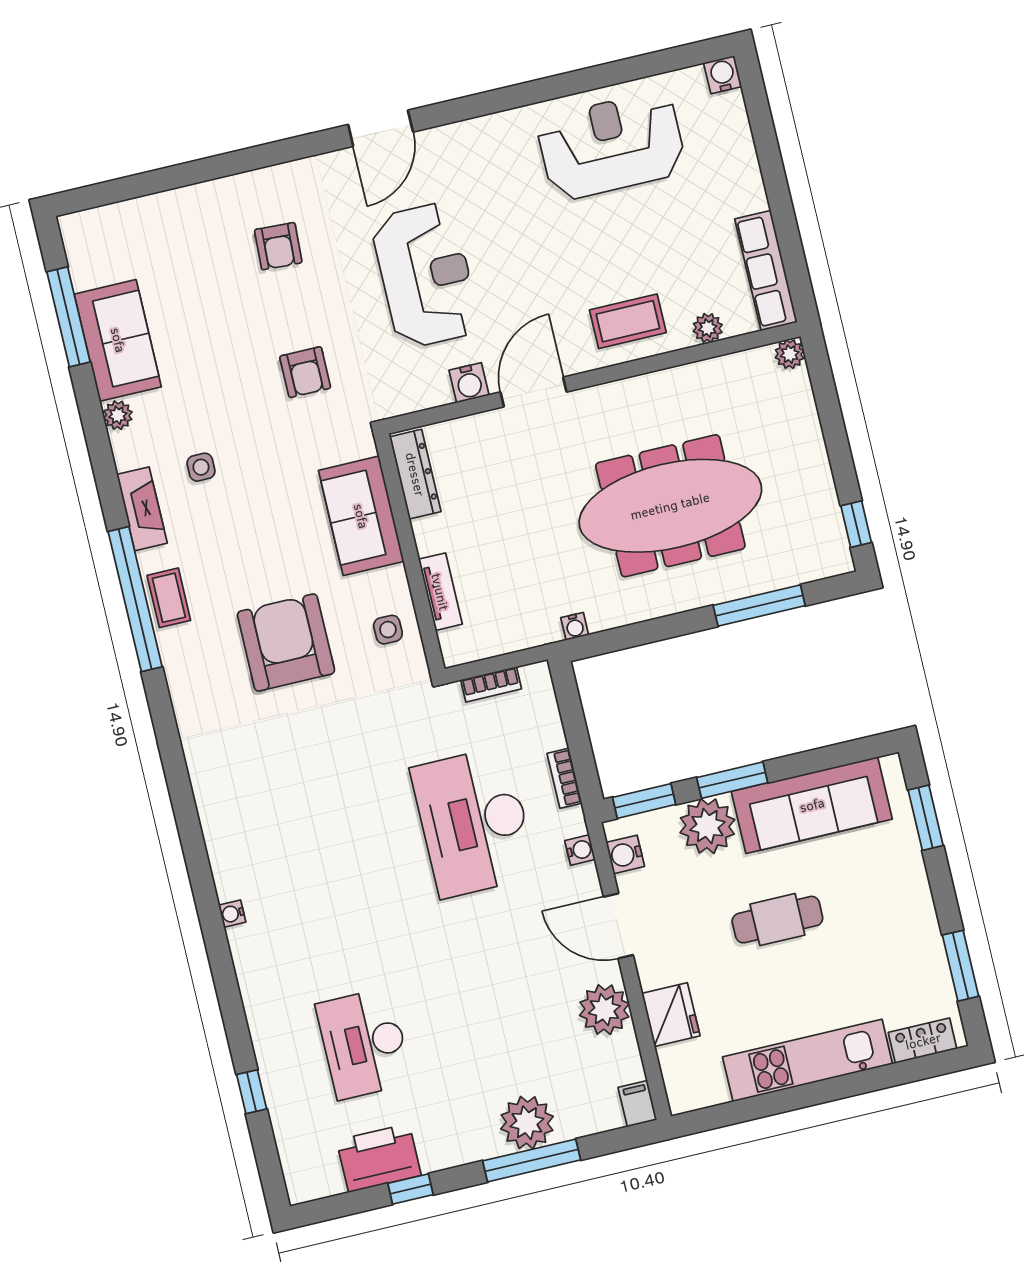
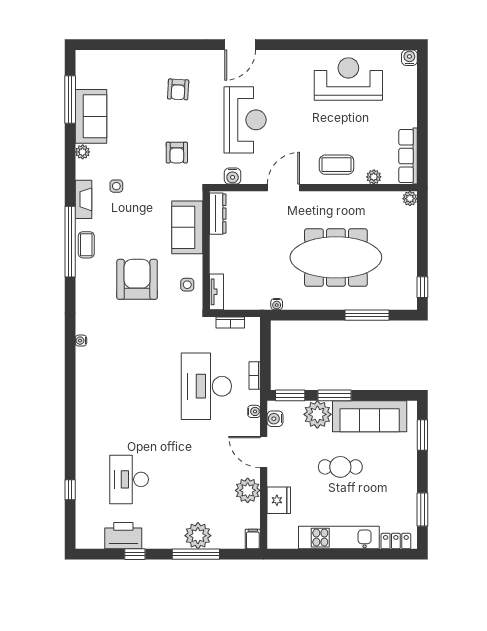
water cooler: (469, 383) -> (233, 176), moved
tv unit: (440, 592) -> (217, 292), moved
water cooler: (232, 914) -> (81, 341), moved

